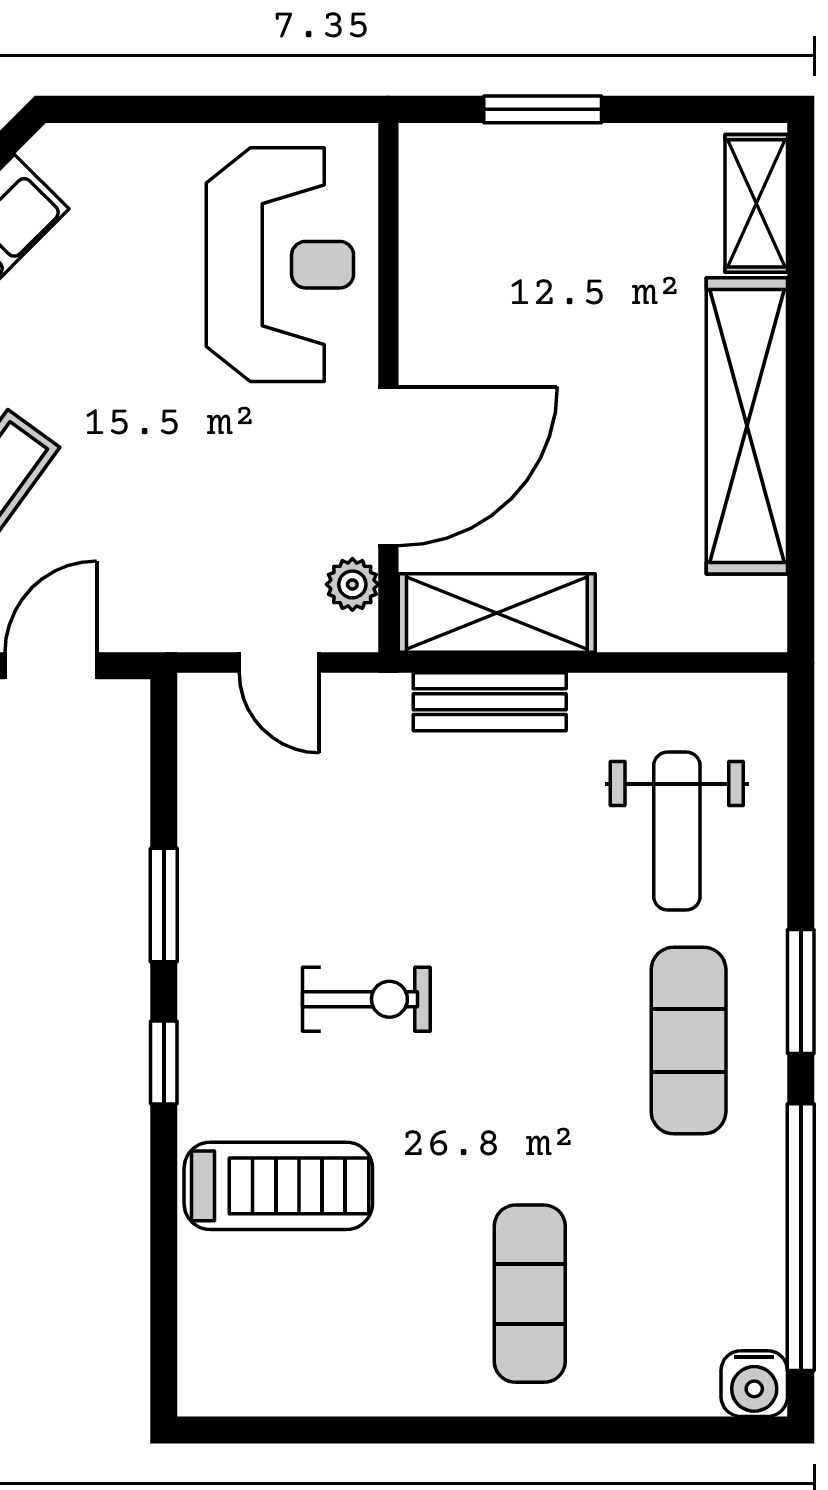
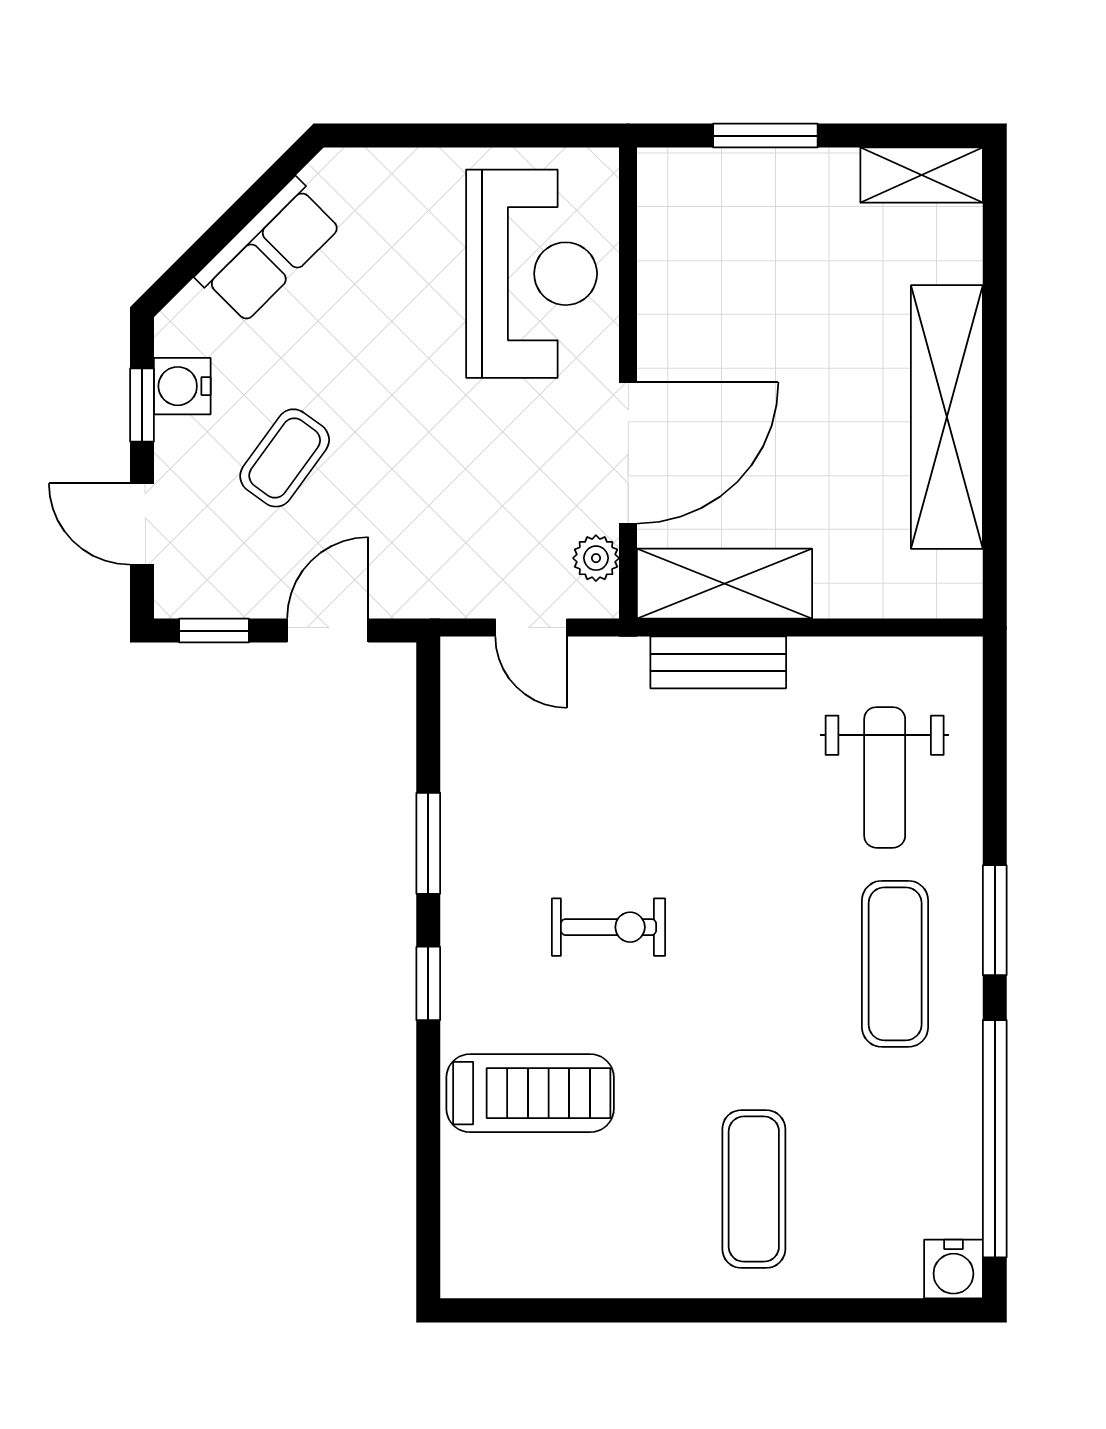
shelving: (756, 203) -> (922, 175), moved, turned 90

